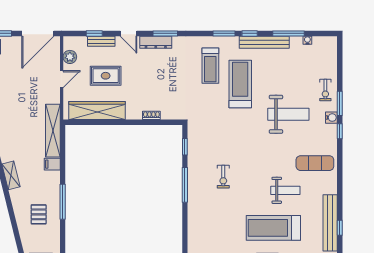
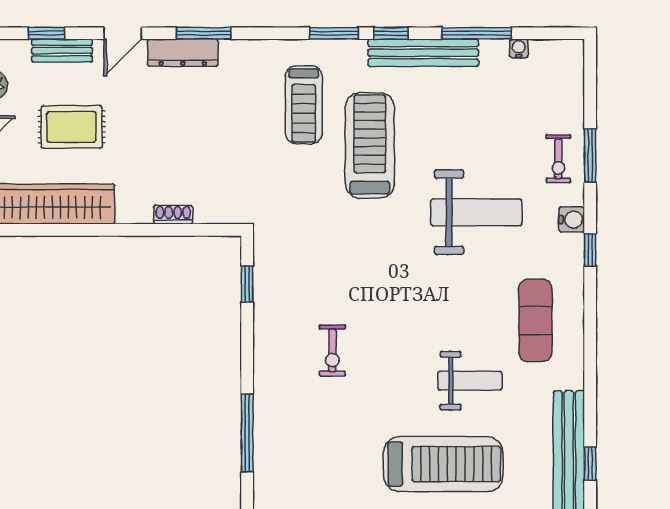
door: (129, 33) -> (123, 33), hinge flipped
window: (340, 103) -> (590, 156), moved
exercise mat: (315, 163) -> (535, 320), turned 90
window: (185, 185) -> (247, 433), moved
treadmill: (273, 228) -> (443, 464), turned 180

